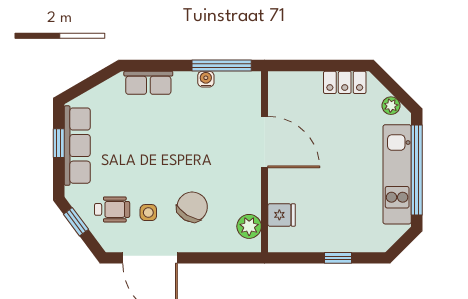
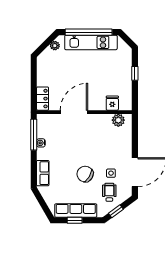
locker: (345, 82) -> (43, 99), moved
chair: (192, 207) -> (85, 174), moved

